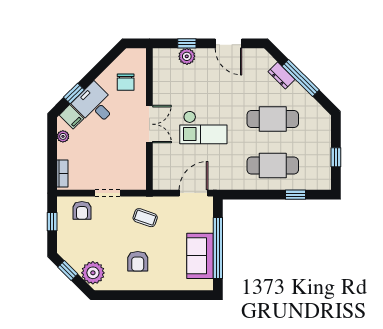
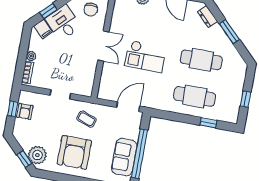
dresser: (282, 75) -> (208, 17), moved
window: (301, 78) -> (229, 32), width x0.69
plant: (63, 136) -> (31, 56), moved
armchair: (82, 210) -> (25, 111), moved
armchair: (138, 261) -> (74, 152), width x1.88, depth x1.88
window: (68, 271) -> (24, 159), moved

